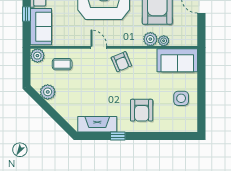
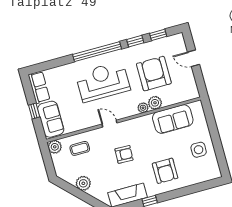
plant: (164, 41) -> (143, 108), moved
sofa: (177, 60) -> (173, 119), moved
armchair: (121, 62) -> (124, 154), moved, turned -65
plant: (48, 92) -> (83, 183), moved

